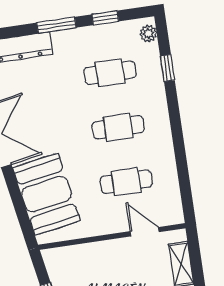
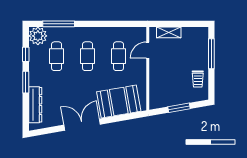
plant: (148, 34) -> (38, 36), width x1.88, depth x1.88
window: (167, 68) -> (59, 24), width x2.17

